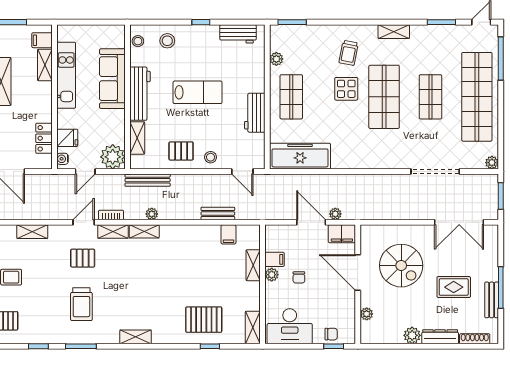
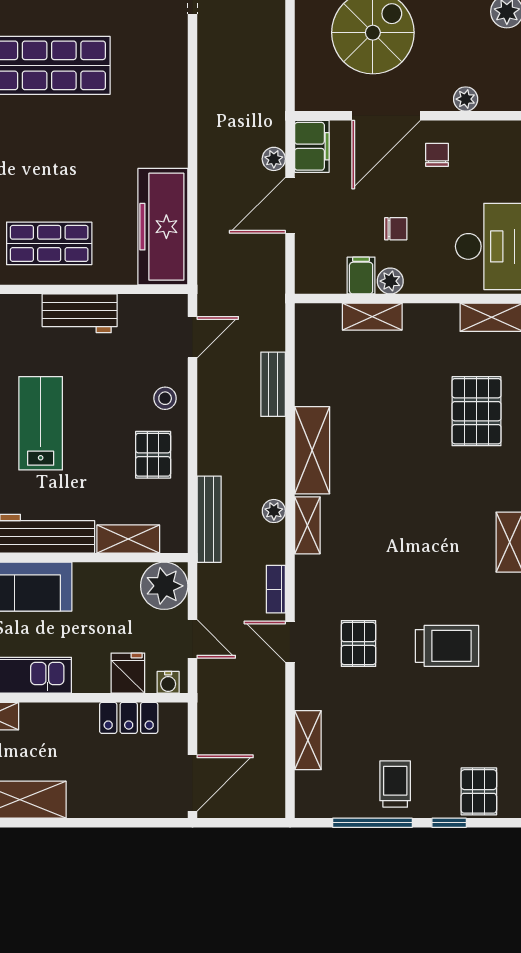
display table: (346, 89) -> (34, 138), removed
shelving: (113, 232) -> (312, 450), moved, width x1.50, depth x1.33
filing cabinet: (228, 234) -> (313, 364), removed
chair: (331, 334) -> (437, 155), moved

